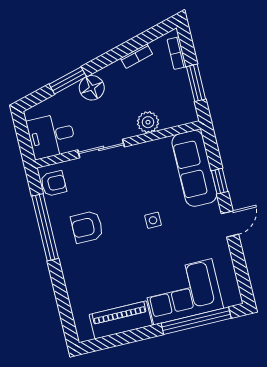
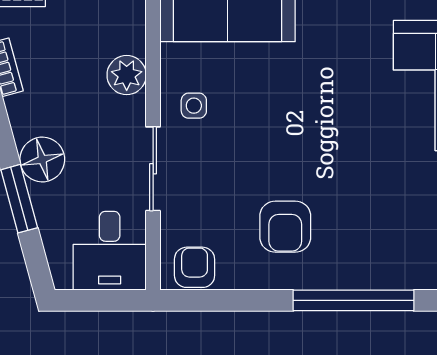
side table: (153, 220) -> (194, 106), moved
window: (45, 227) -> (354, 300), moved

